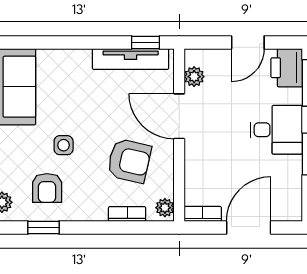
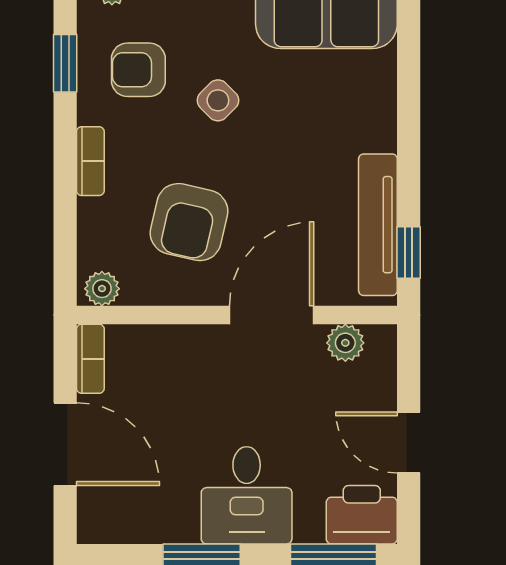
side table: (64, 145) -> (218, 100), turned 45
bookcase: (127, 214) -> (90, 161), moved

